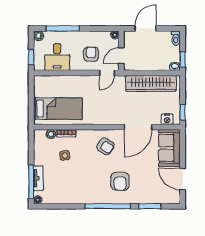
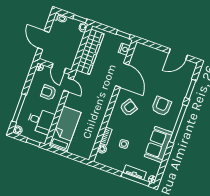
bed: (58, 109) -> (65, 129), moved
sofa: (169, 148) -> (158, 145), moved, turned 90
armchair: (120, 181) -> (161, 106), turned -87

